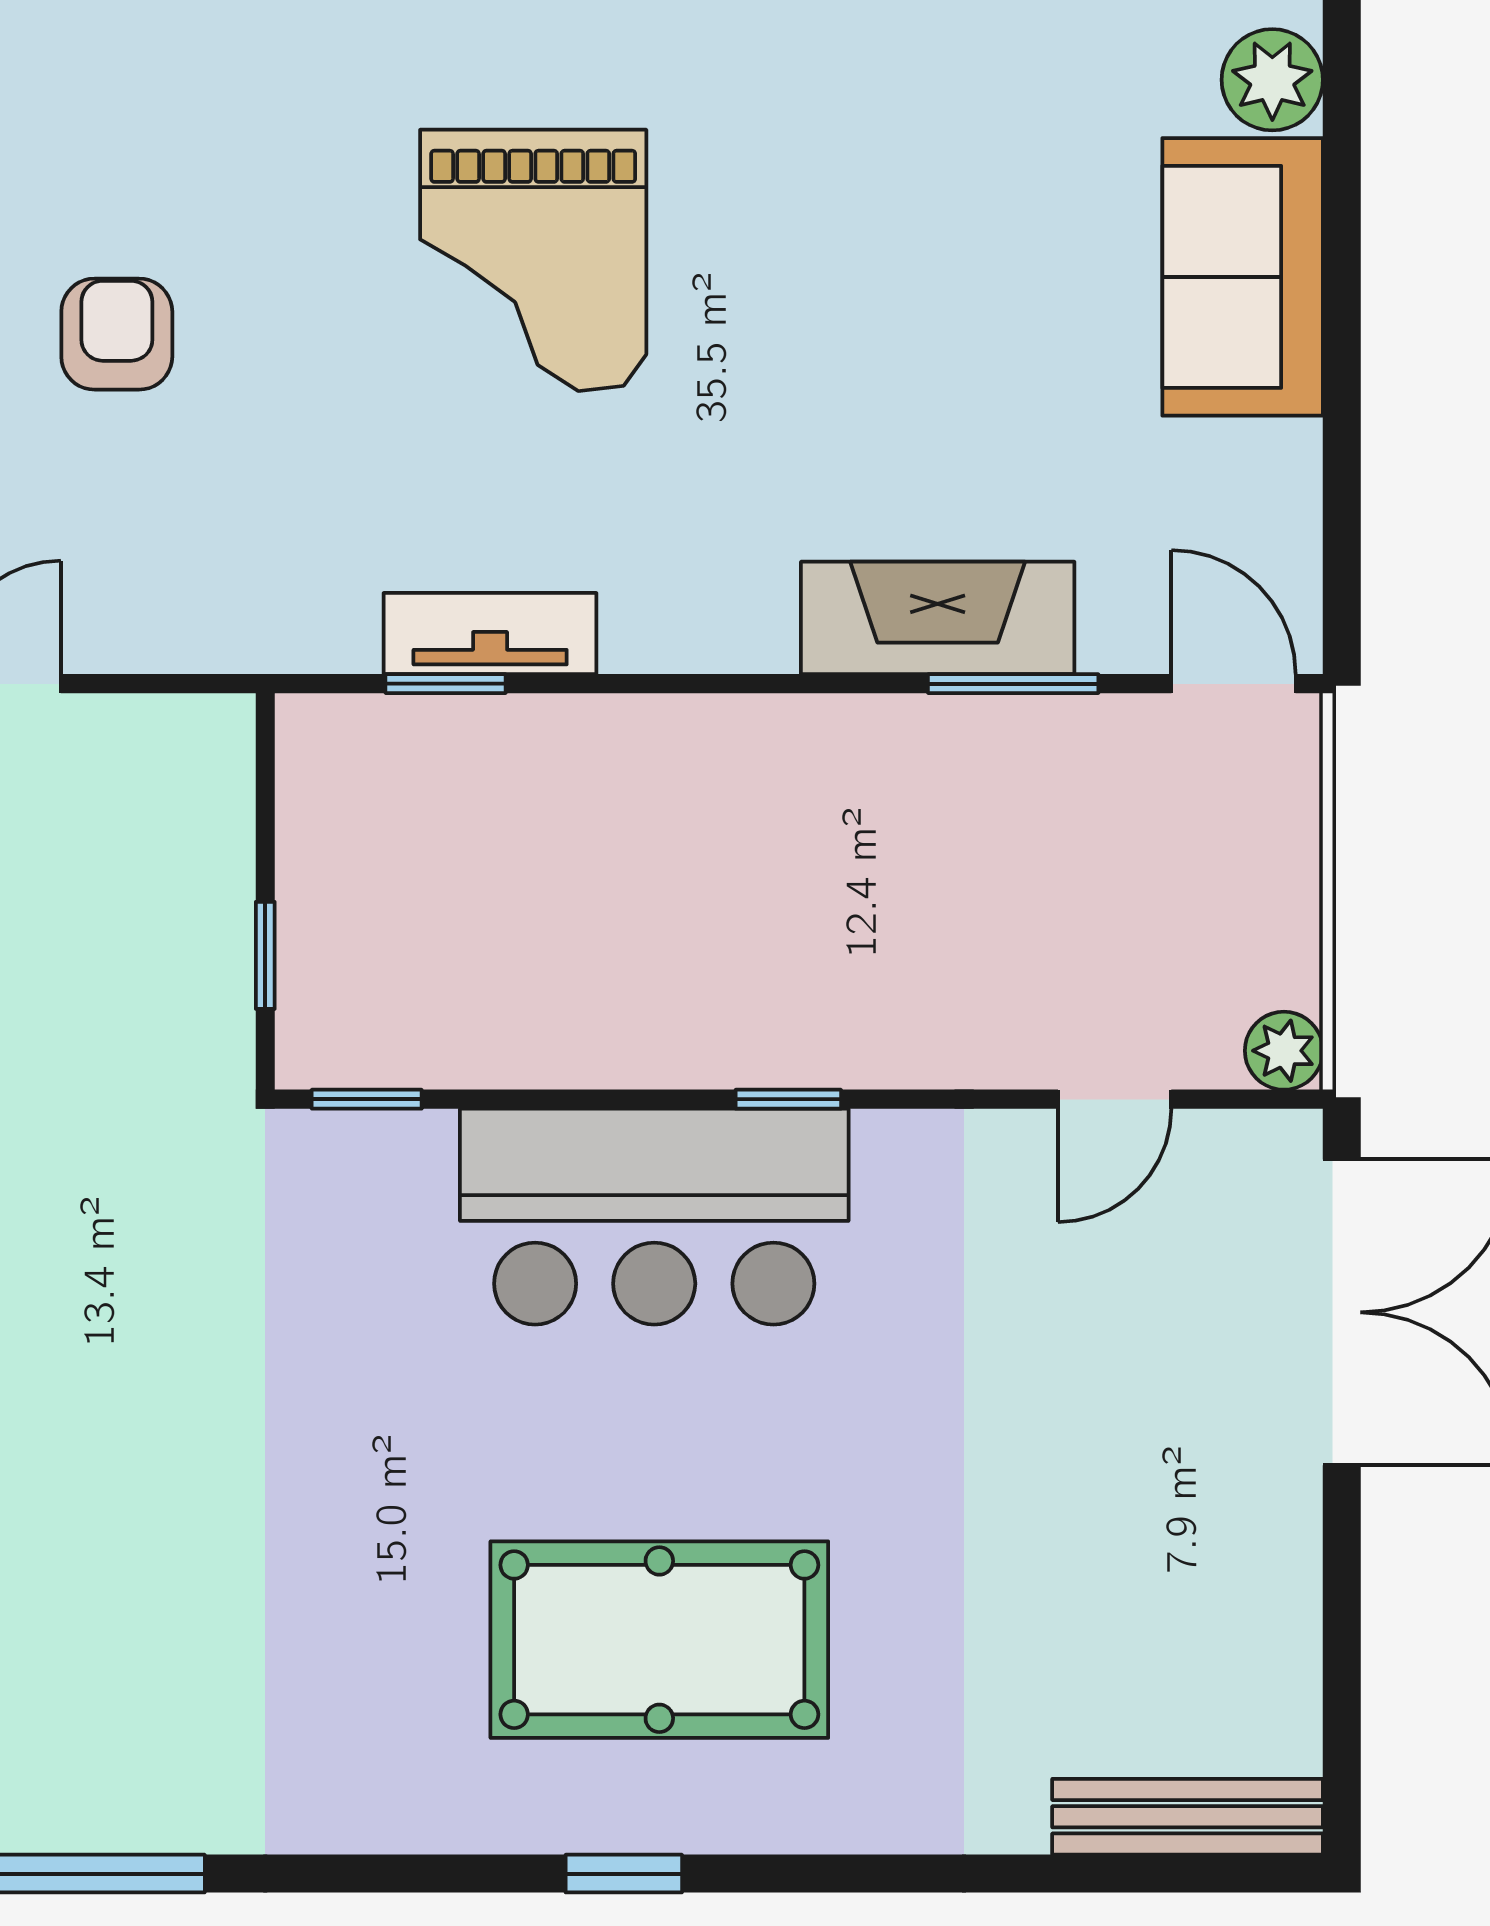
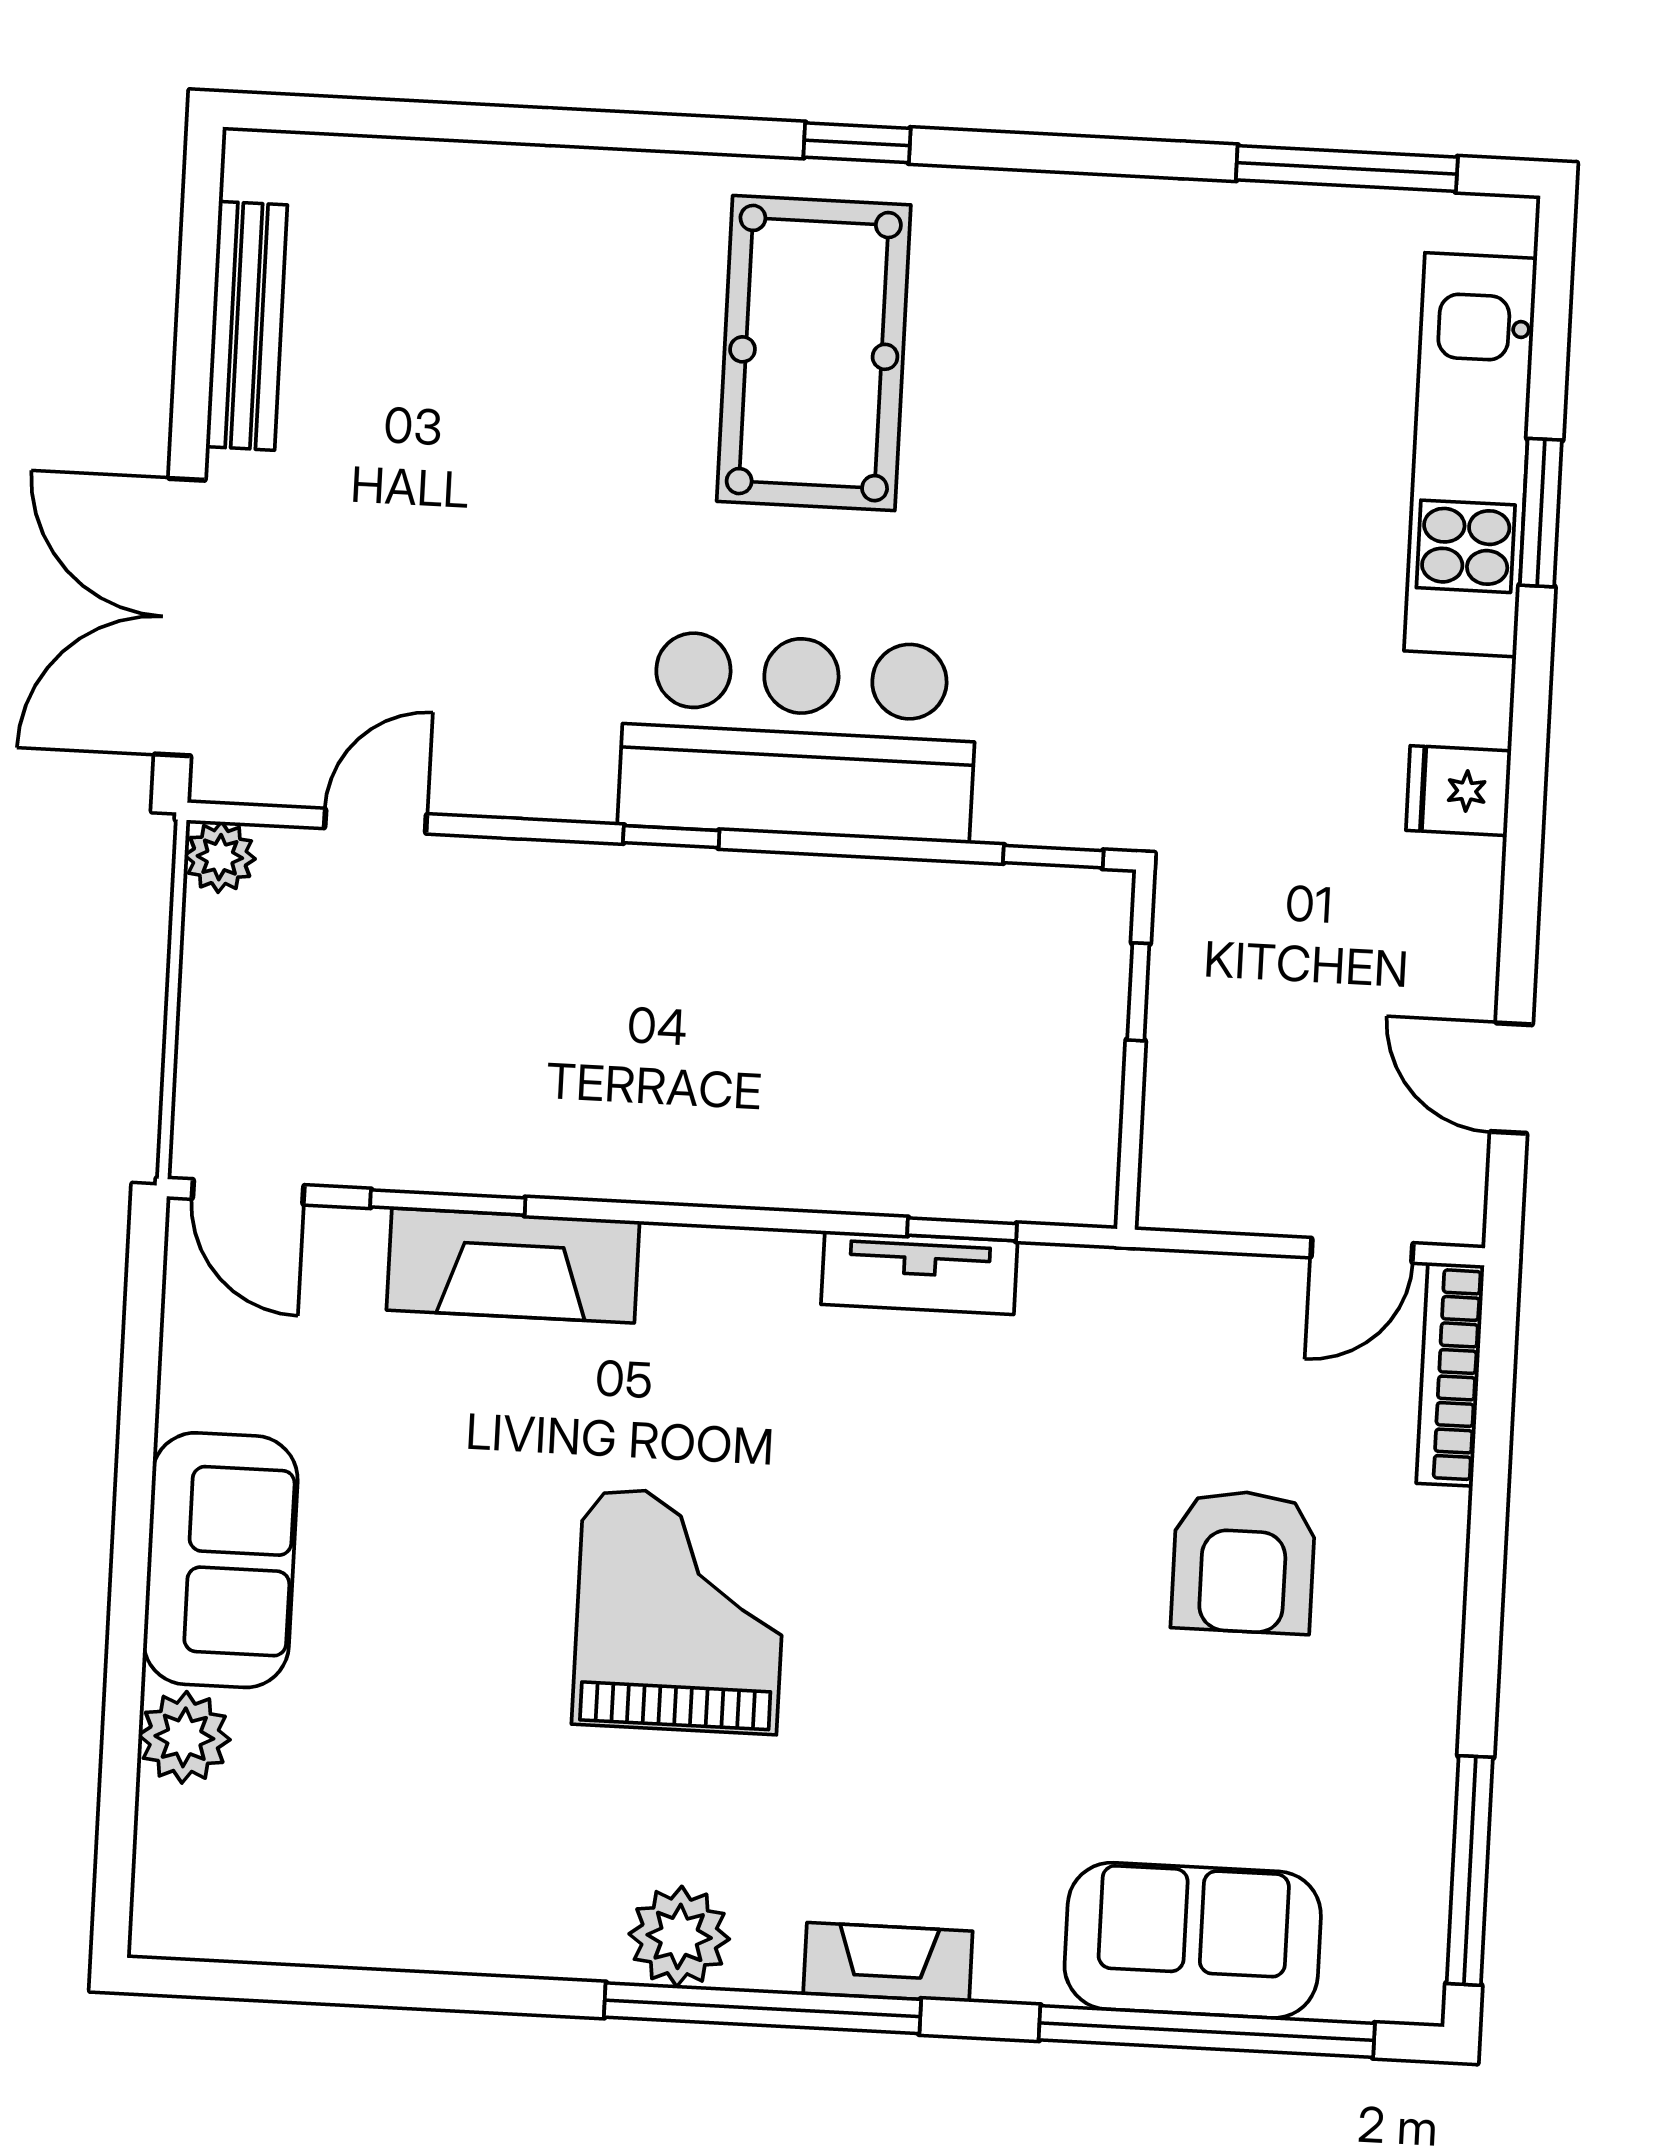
grand piano: (533, 260) -> (680, 1611), moved
armchair: (117, 334) -> (1243, 1562), width x1.38, depth x1.38
pool table: (659, 1640) -> (814, 353), turned 90
bench: (1188, 1817) -> (247, 326), moved, turned 90

